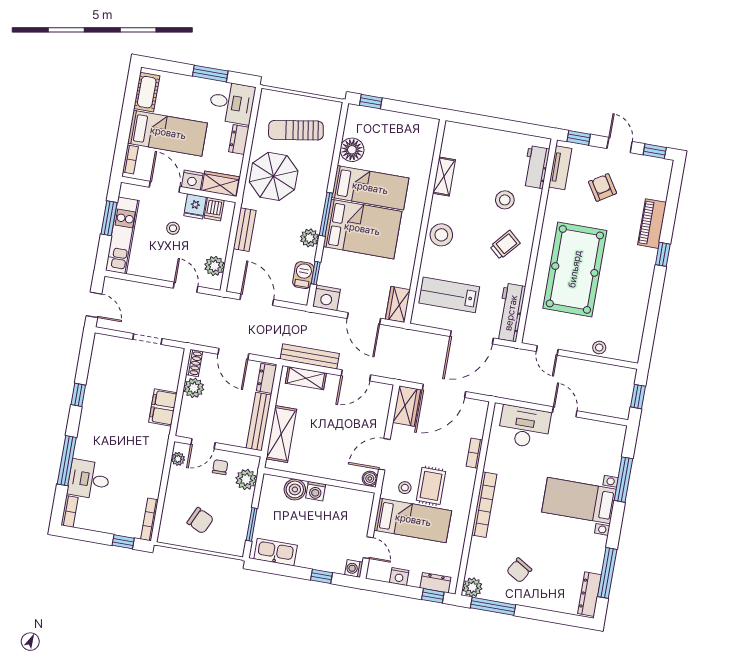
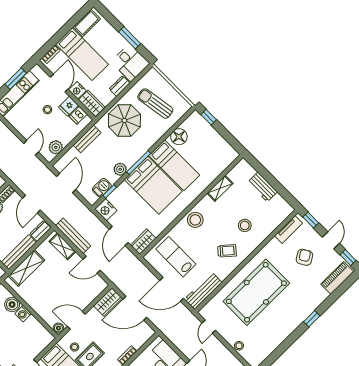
workbench: (536, 167) -> (263, 187), moved, turned -90
piano: (652, 224) -> (337, 278), moved

